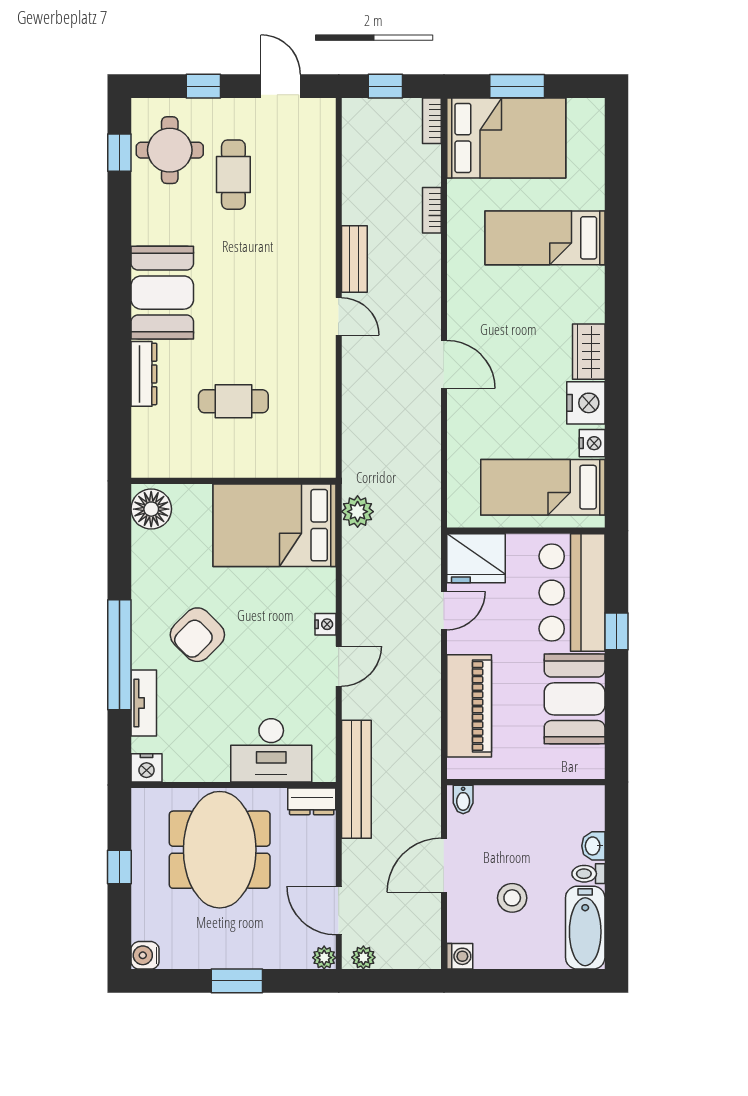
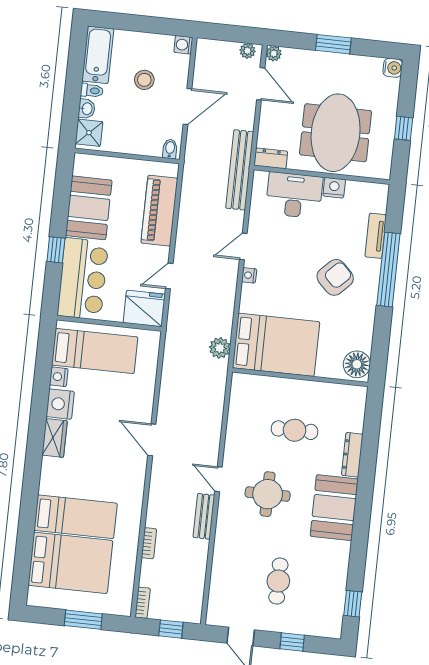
bed: (506, 138) -> (70, 563), moved, turned 180
round table: (170, 150) -> (268, 494), moved
nightstand: (147, 768) -> (334, 188), moved
shower: (586, 811) -> (89, 133), added

